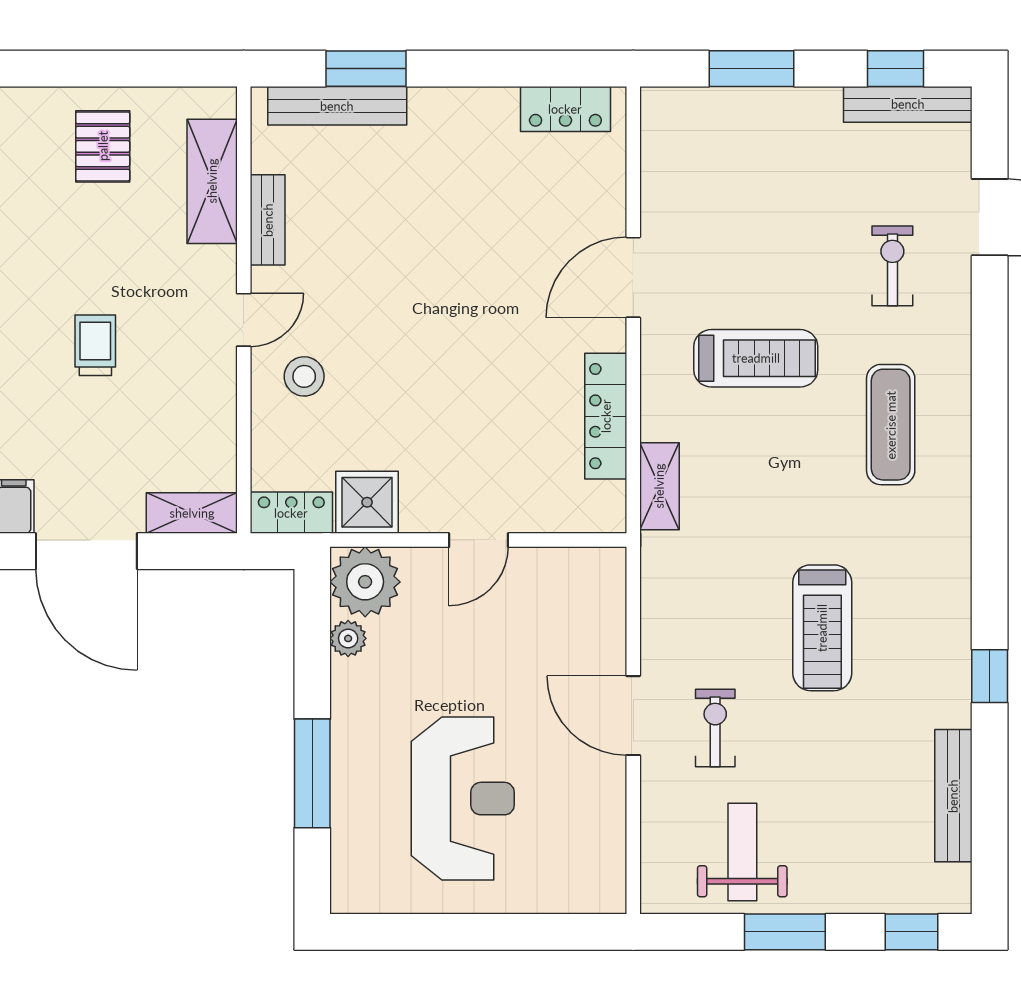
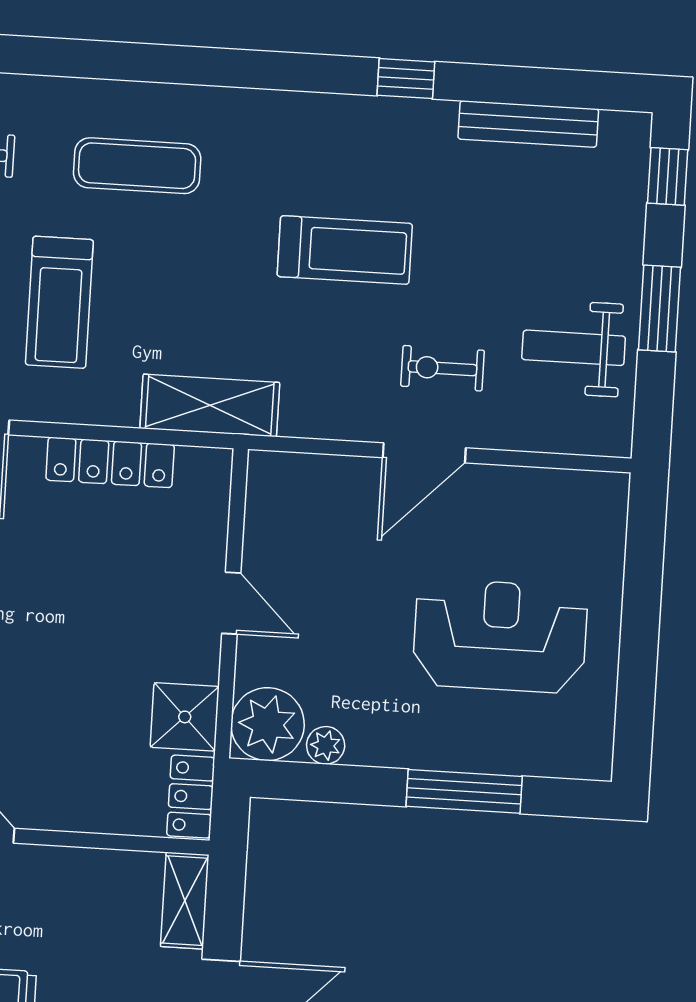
treadmill: (756, 358) -> (59, 302), turned 180
stool: (304, 376) -> (49, 775), removed
shelving: (659, 486) -> (210, 405), width x1.50, depth x1.33

